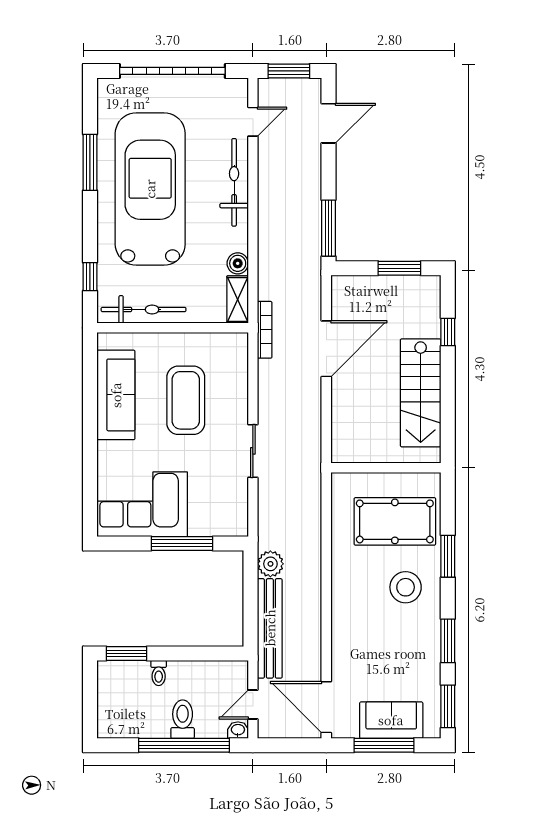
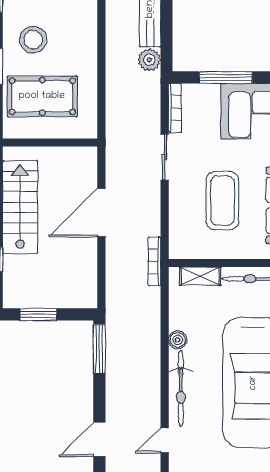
boiler: (238, 263) -> (178, 340), moved
shelving: (238, 299) -> (200, 276), moved, turned 90
door: (326, 349) -> (101, 213), moved
bookcase: (241, 508) -> (175, 108), added

